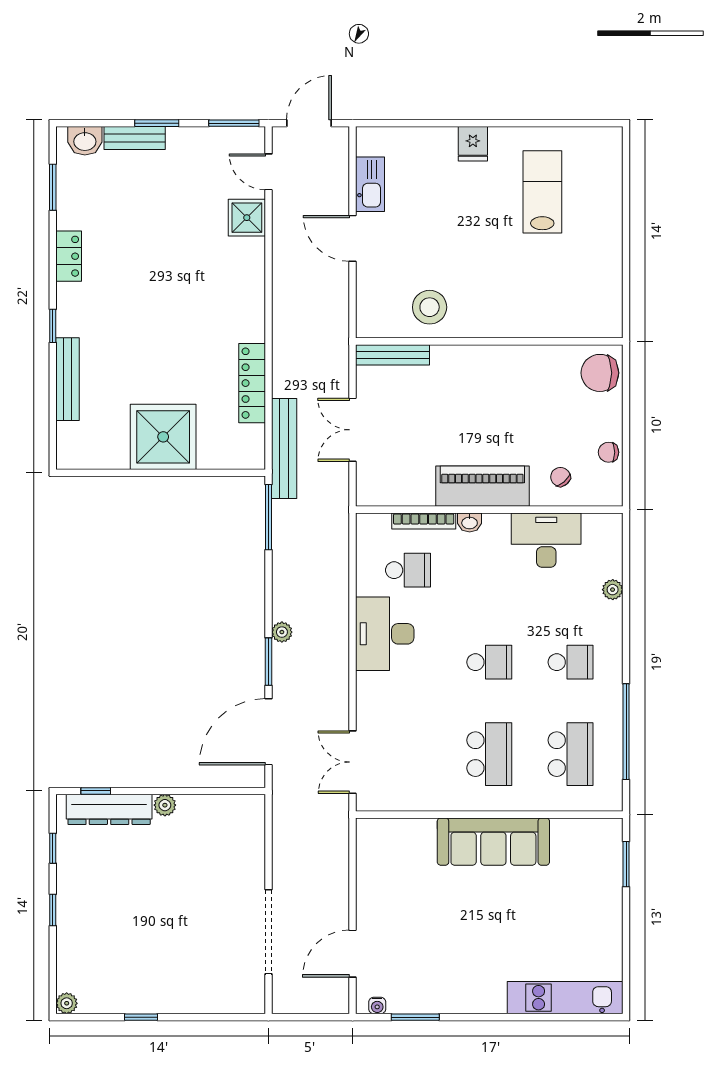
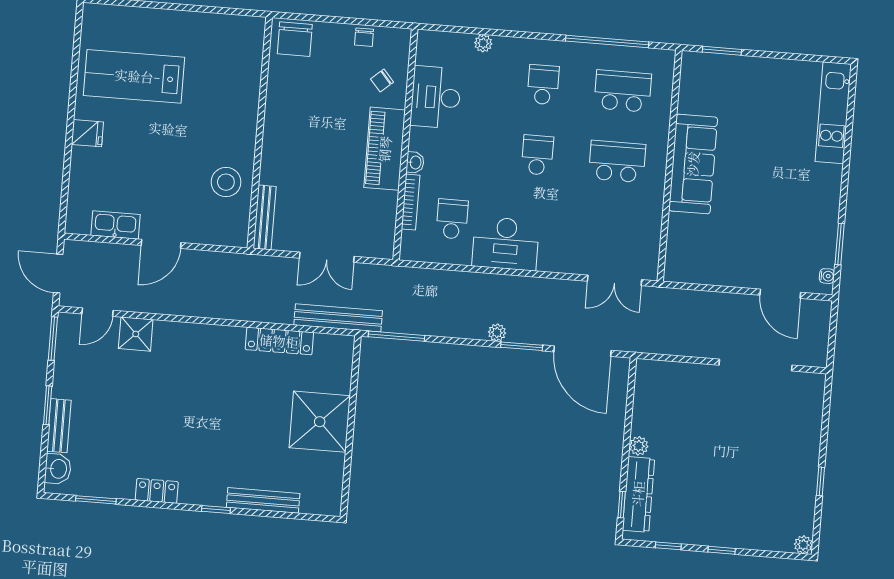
lab bench: (542, 192) -> (134, 76), width x1.36, depth x1.39

